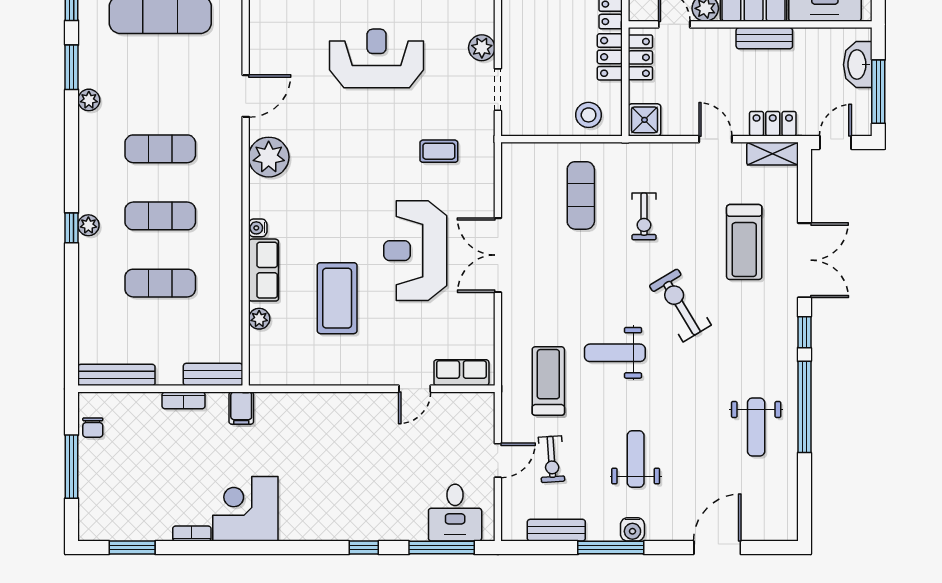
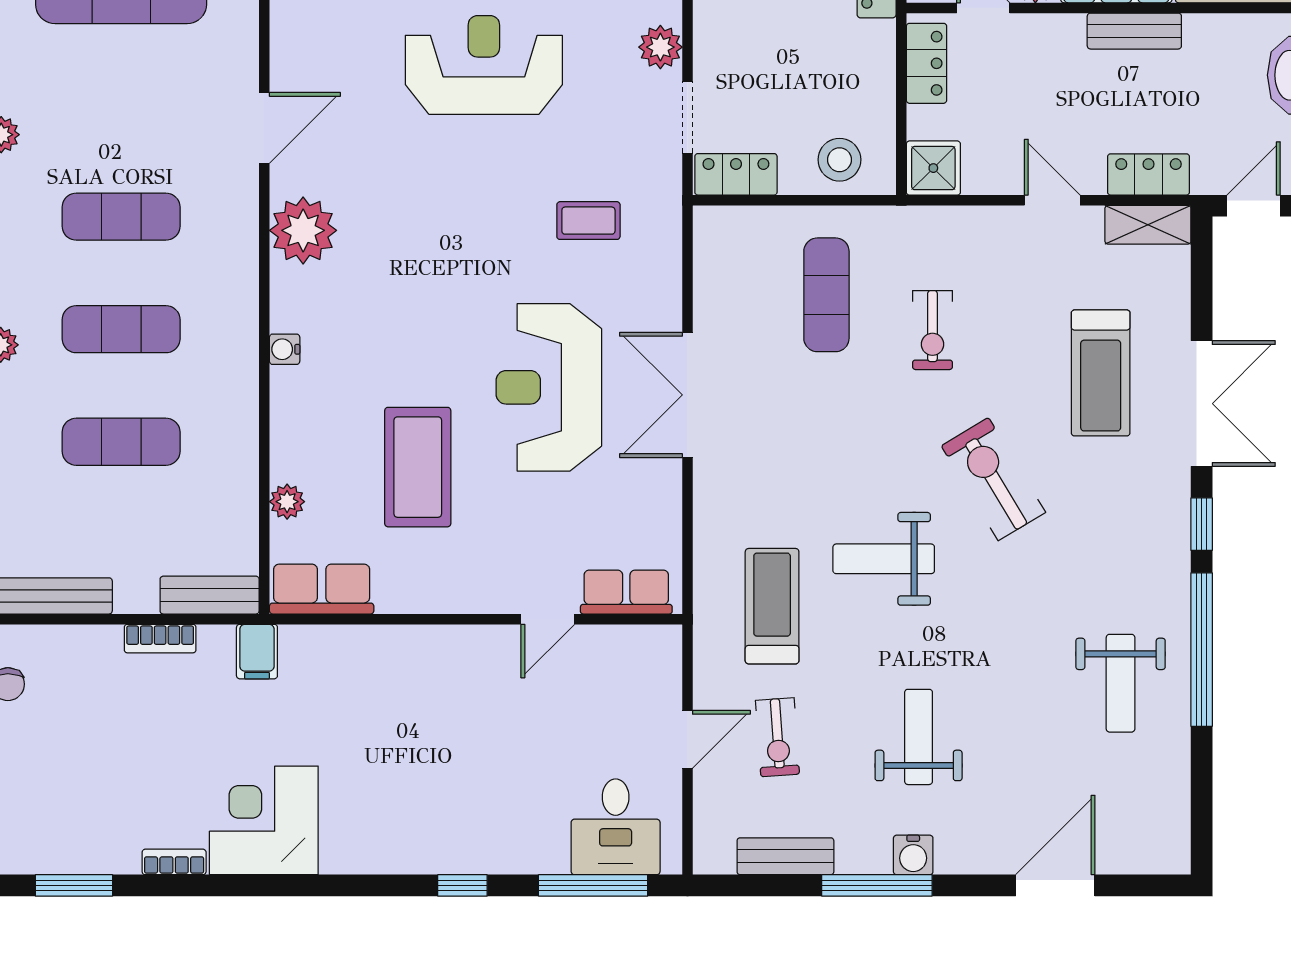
locker: (610, 57) -> (736, 174), moved, turned 90
row of seats: (264, 270) -> (322, 589), moved, turned -90

